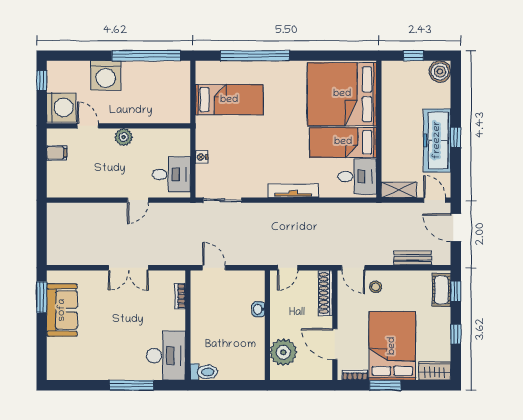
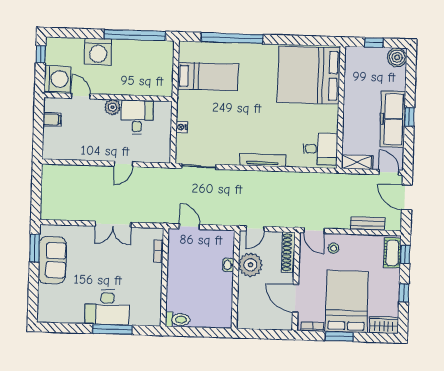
bed: (343, 142) -> (308, 118), removed
desk: (171, 174) -> (137, 117), moved, turned -90
plant: (283, 352) -> (250, 265), moved
desk: (166, 356) -> (107, 307), moved, turned 90

